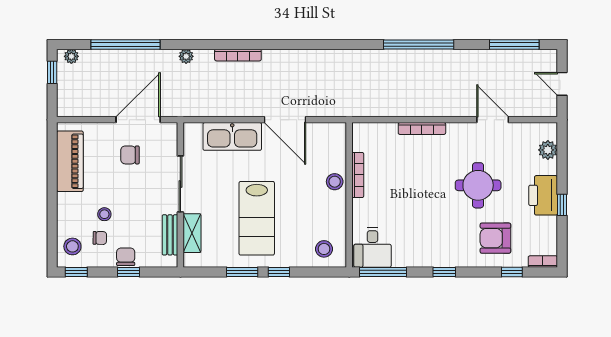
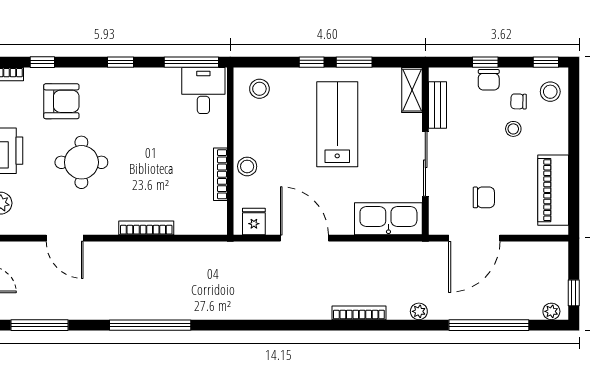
fridge: (329, 134) -> (254, 222), added
kitchen sink: (232, 136) -> (388, 219), moved
shelving: (192, 233) -> (412, 90), moved

